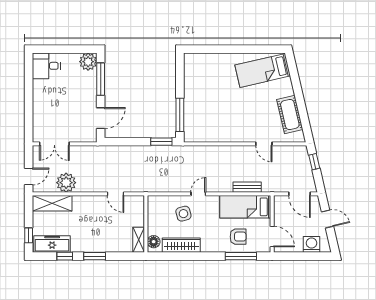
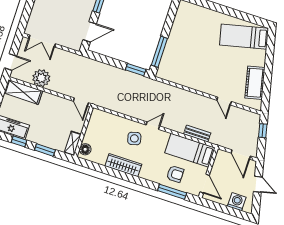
wall: (146, 224) -> (84, 132), moved
shelving: (139, 240) -> (73, 143), moved
floor lamp: (154, 242) -> (85, 149), moved

